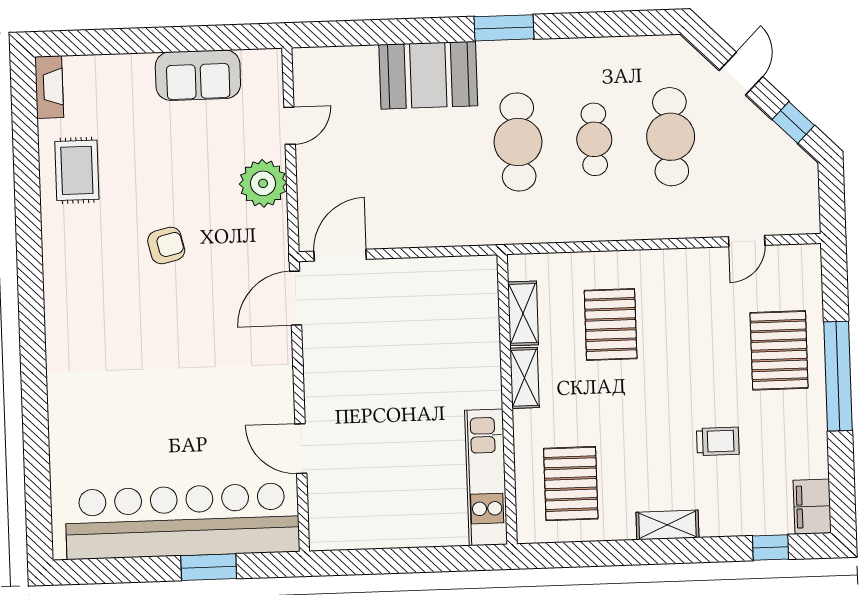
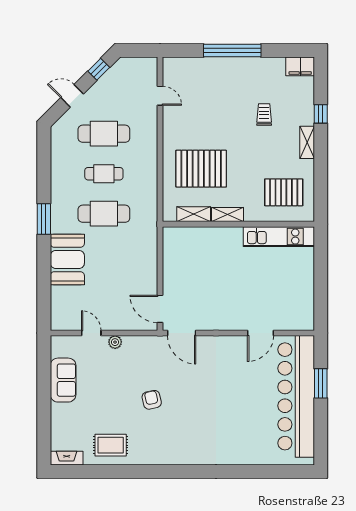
plant: (263, 183) -> (115, 342), width x0.53, depth x0.53
pallet: (611, 325) -> (201, 169), width x1.37, depth x1.41
pallet: (779, 350) -> (218, 81), removed
window: (770, 548) -> (321, 114), moved

